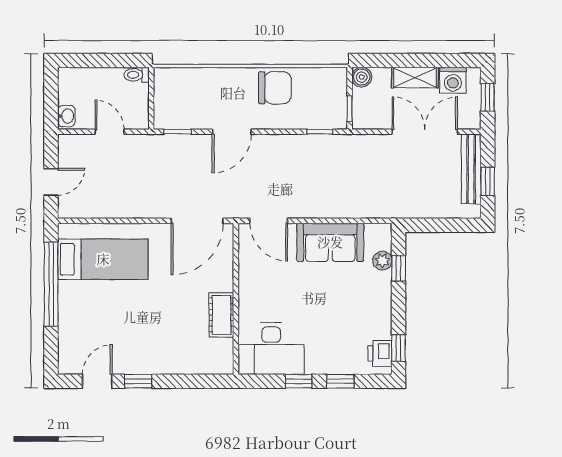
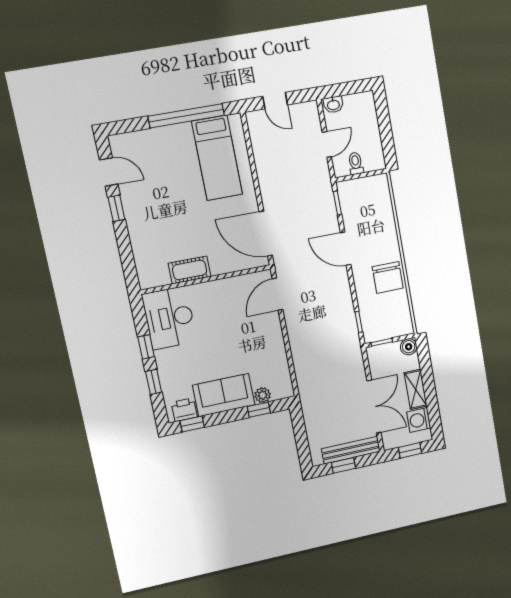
toilet: (137, 75) -> (356, 163), moved
sofa: (330, 242) -> (224, 395), moved, turned 90

